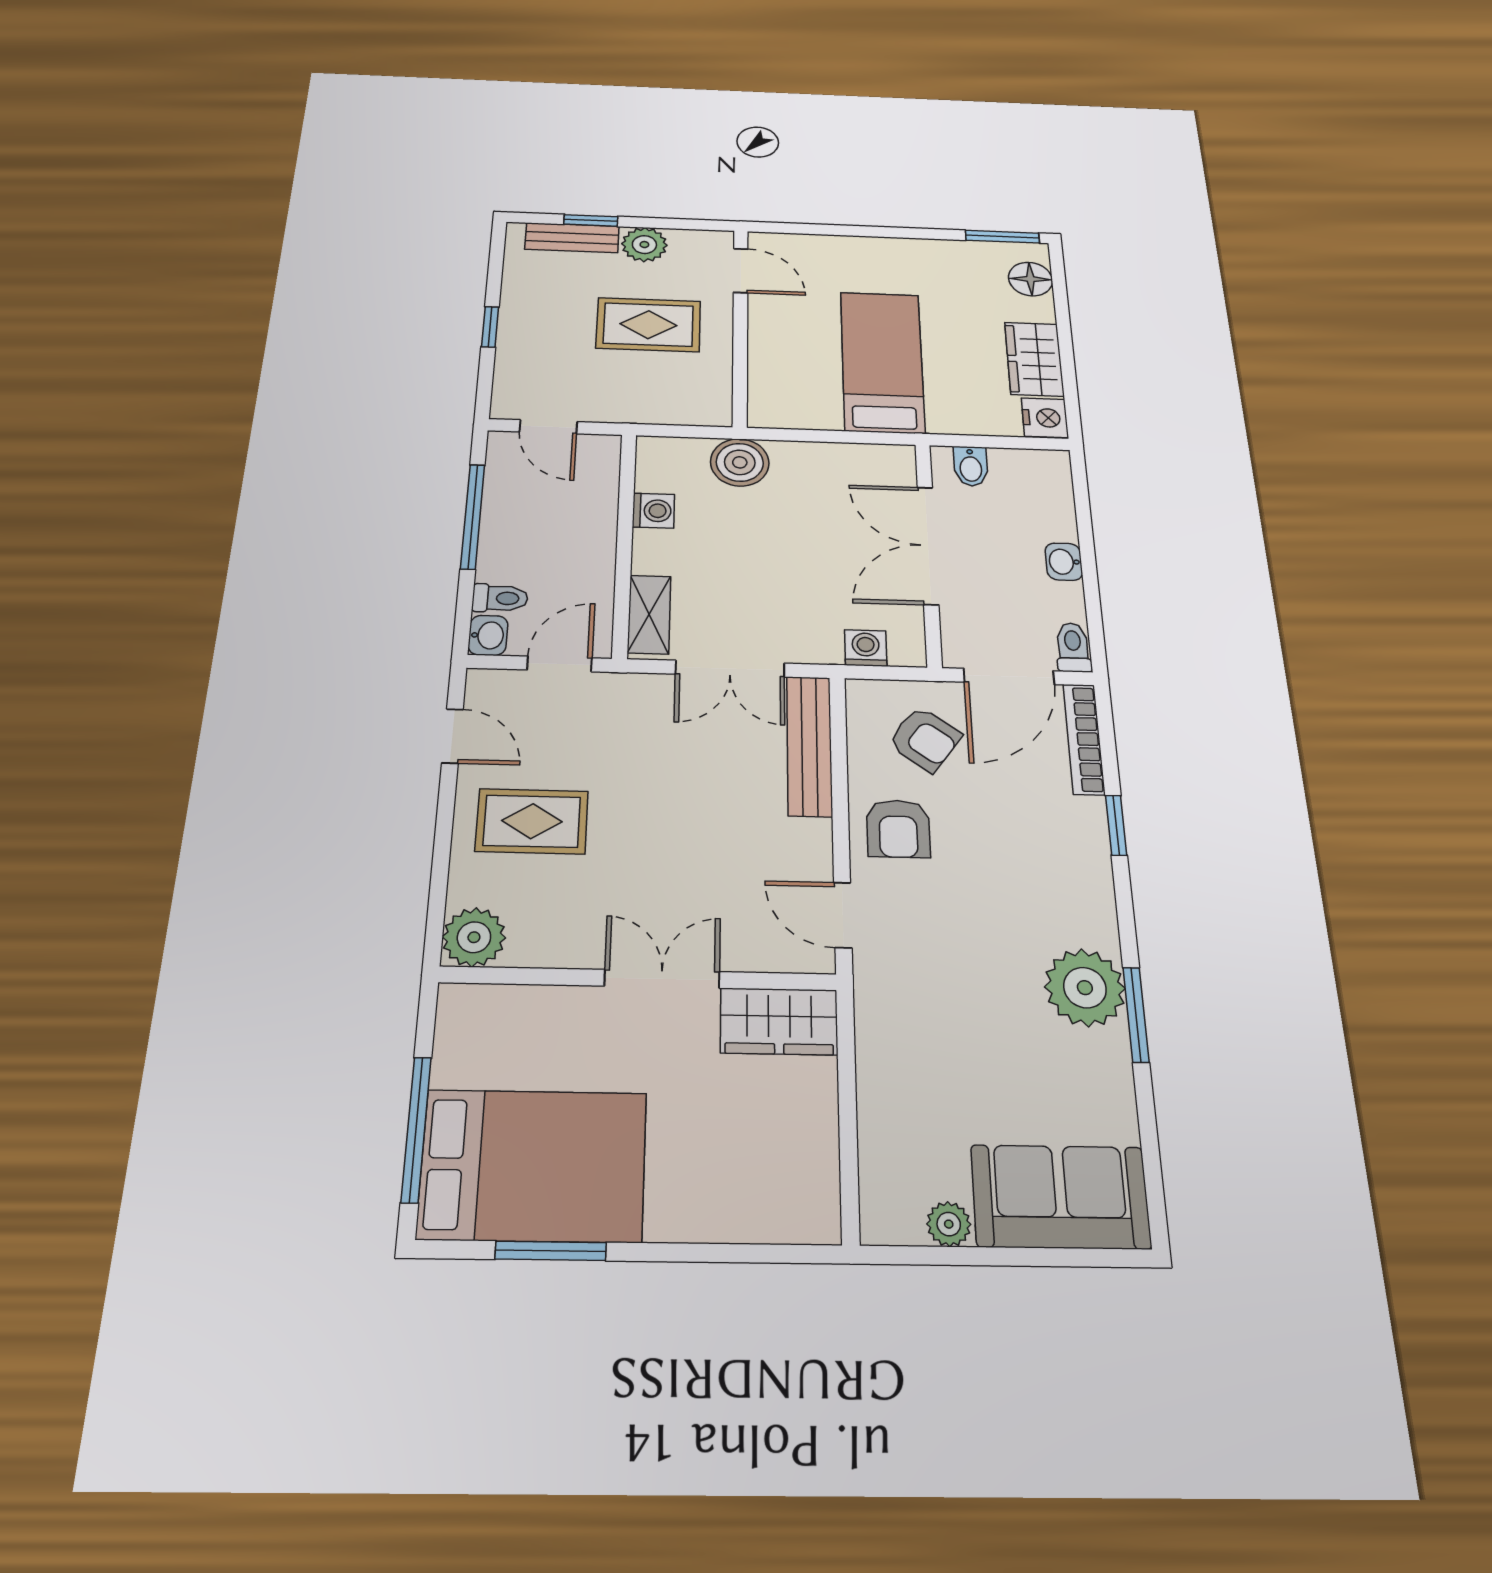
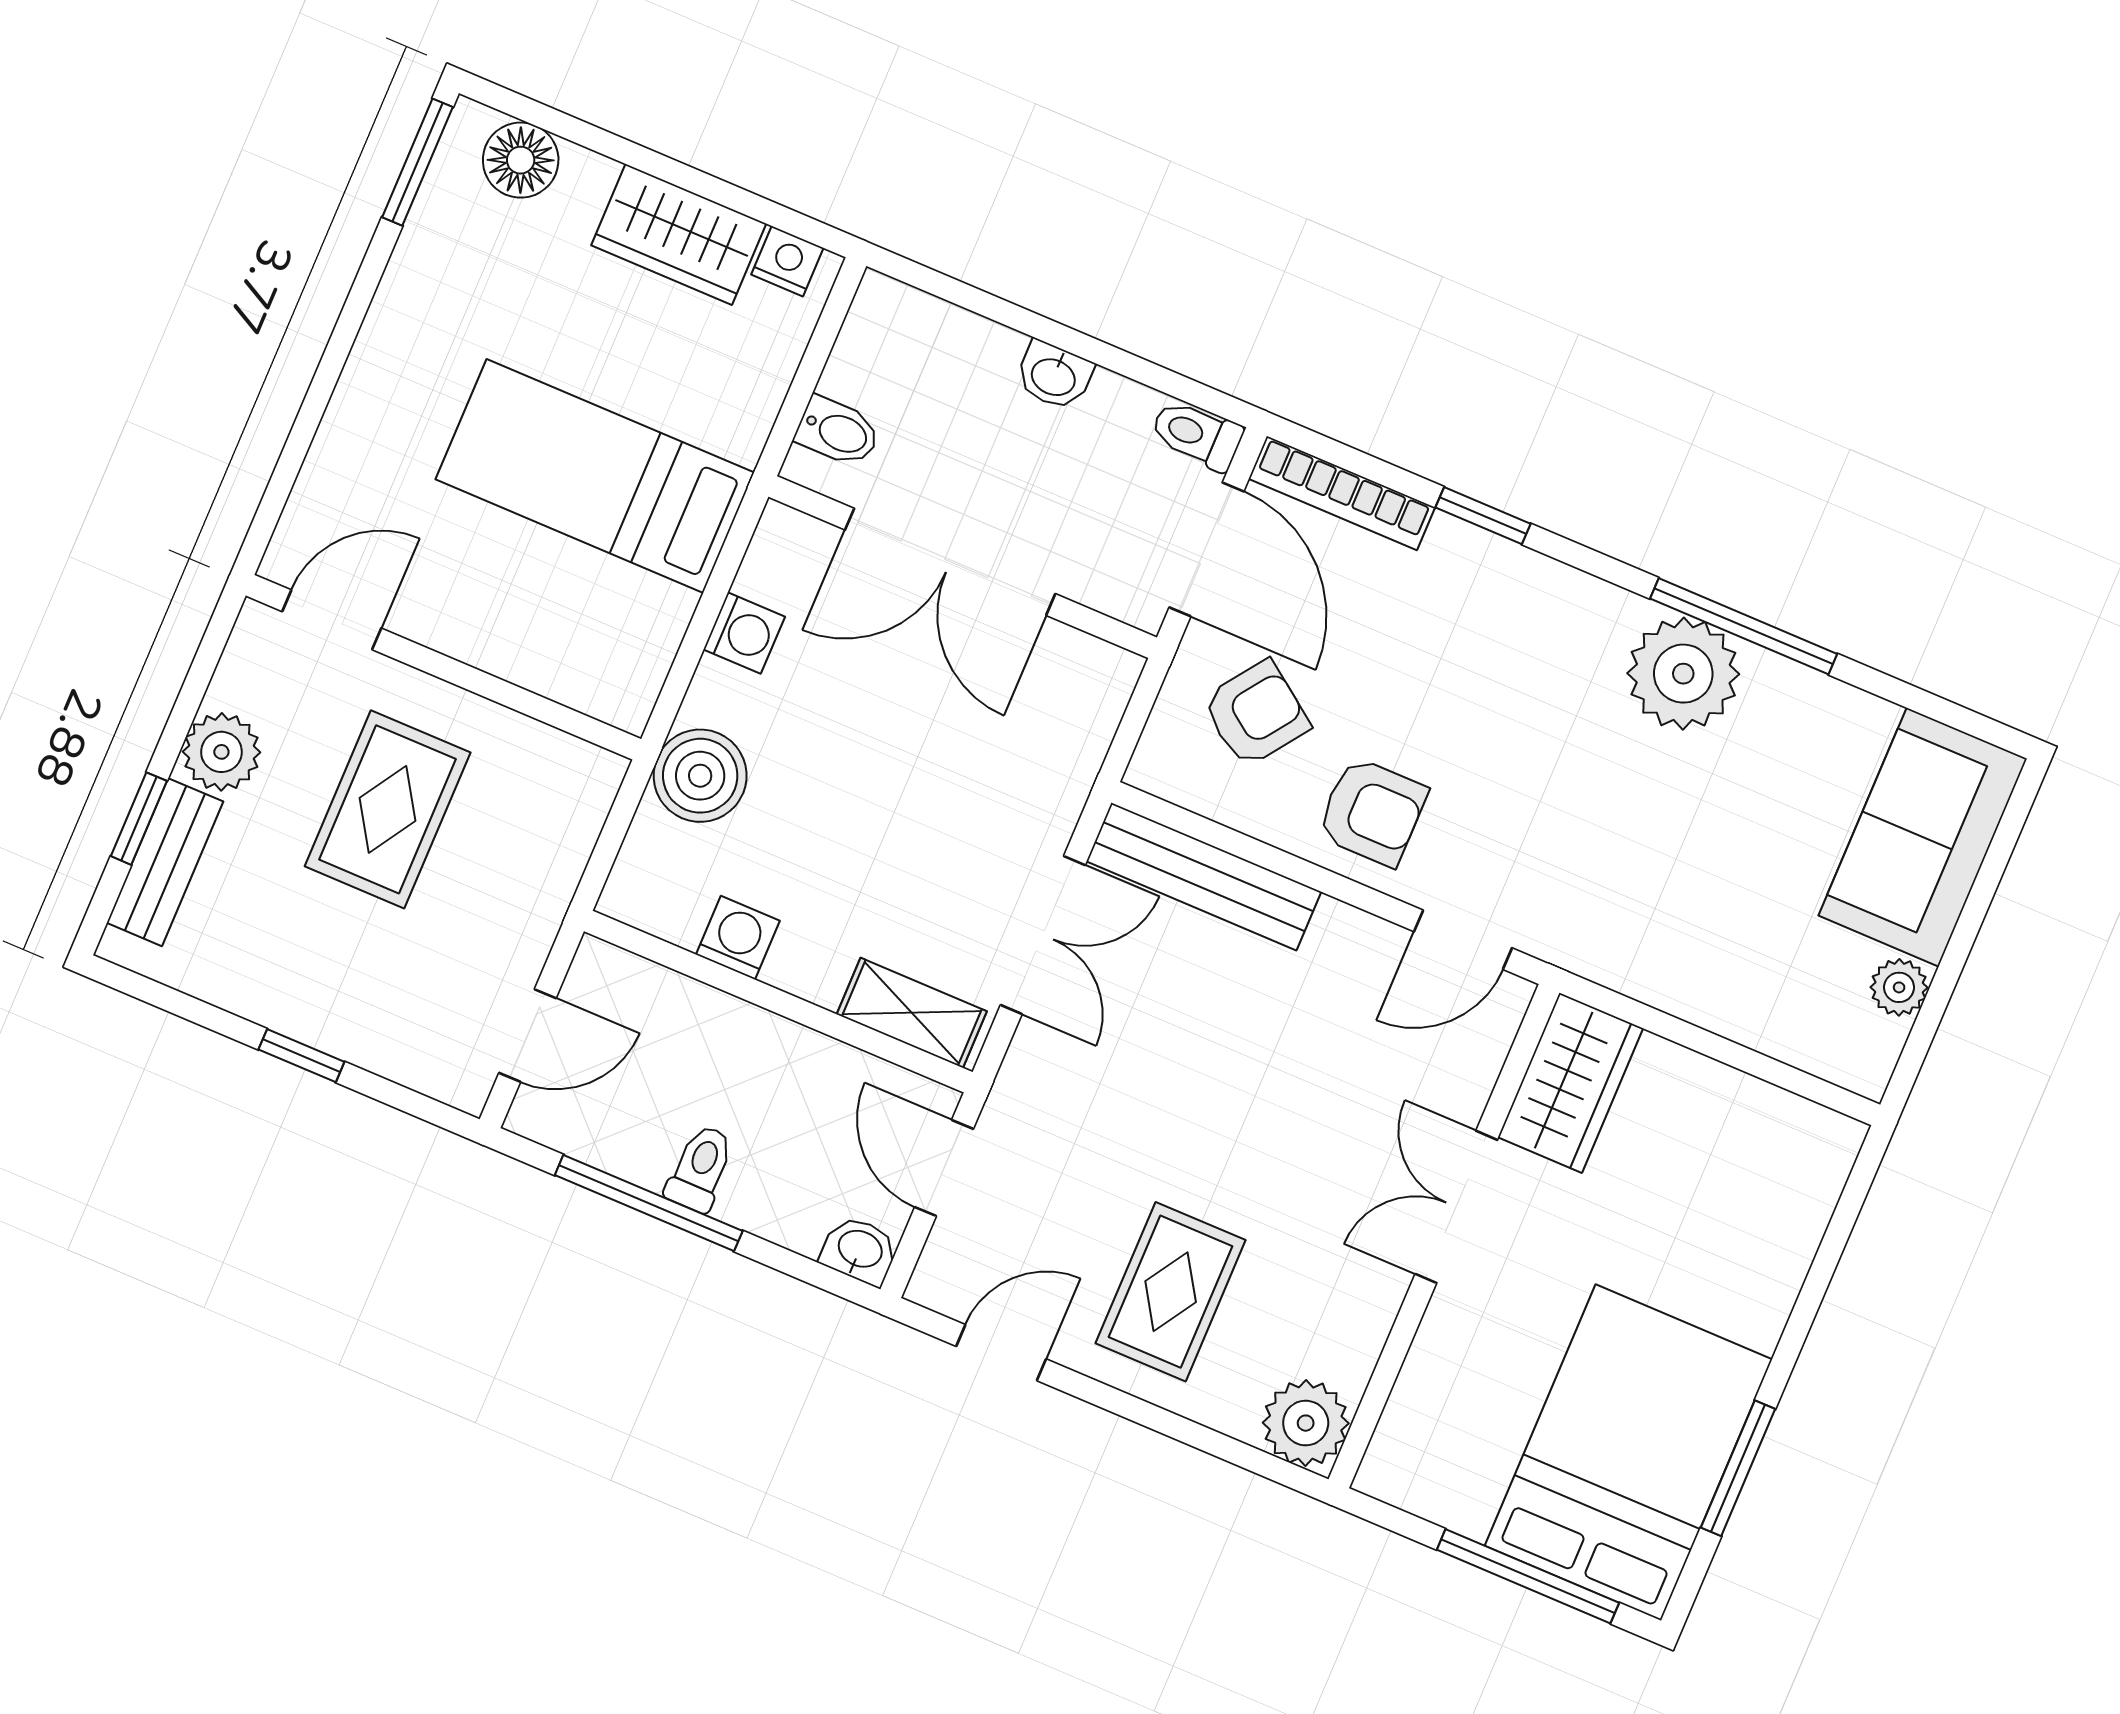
nightstand: (1045, 418) -> (787, 261), width x0.72, depth x0.74
toilet: (500, 598) -> (700, 1168), moved
washing machine: (866, 648) -> (744, 633), moved, turned 180
window: (1136, 1015) -> (1744, 626), width x1.44

